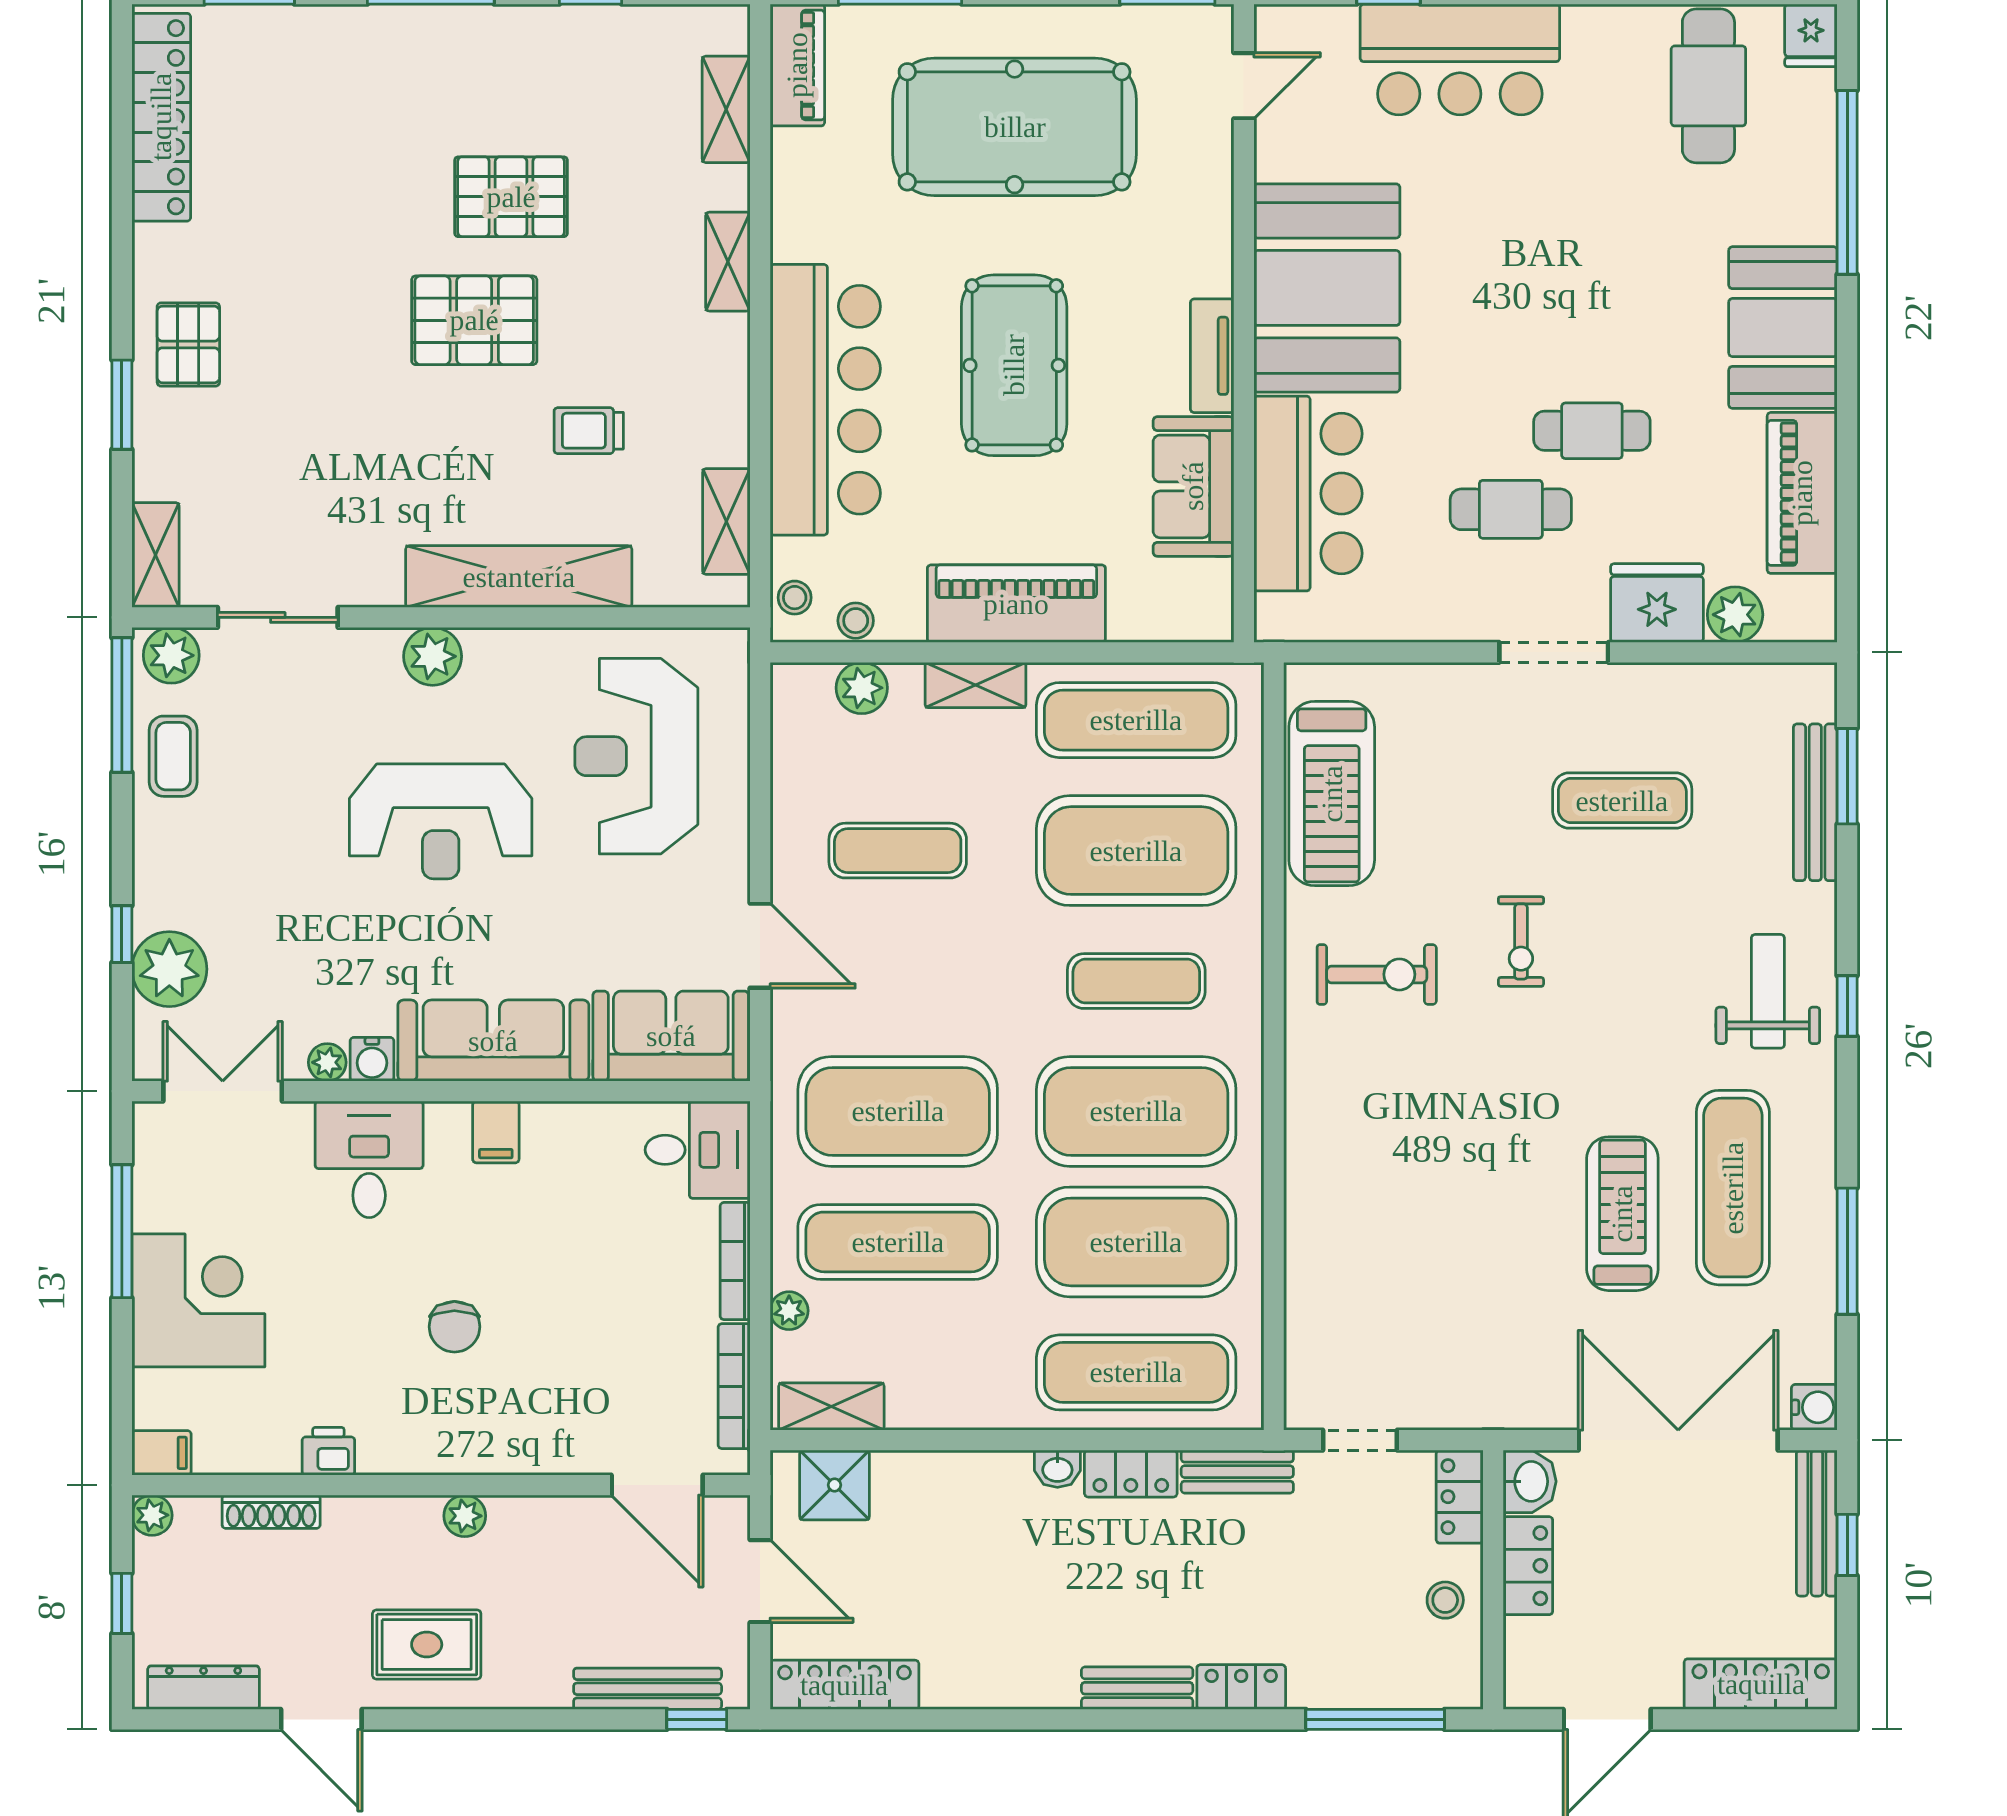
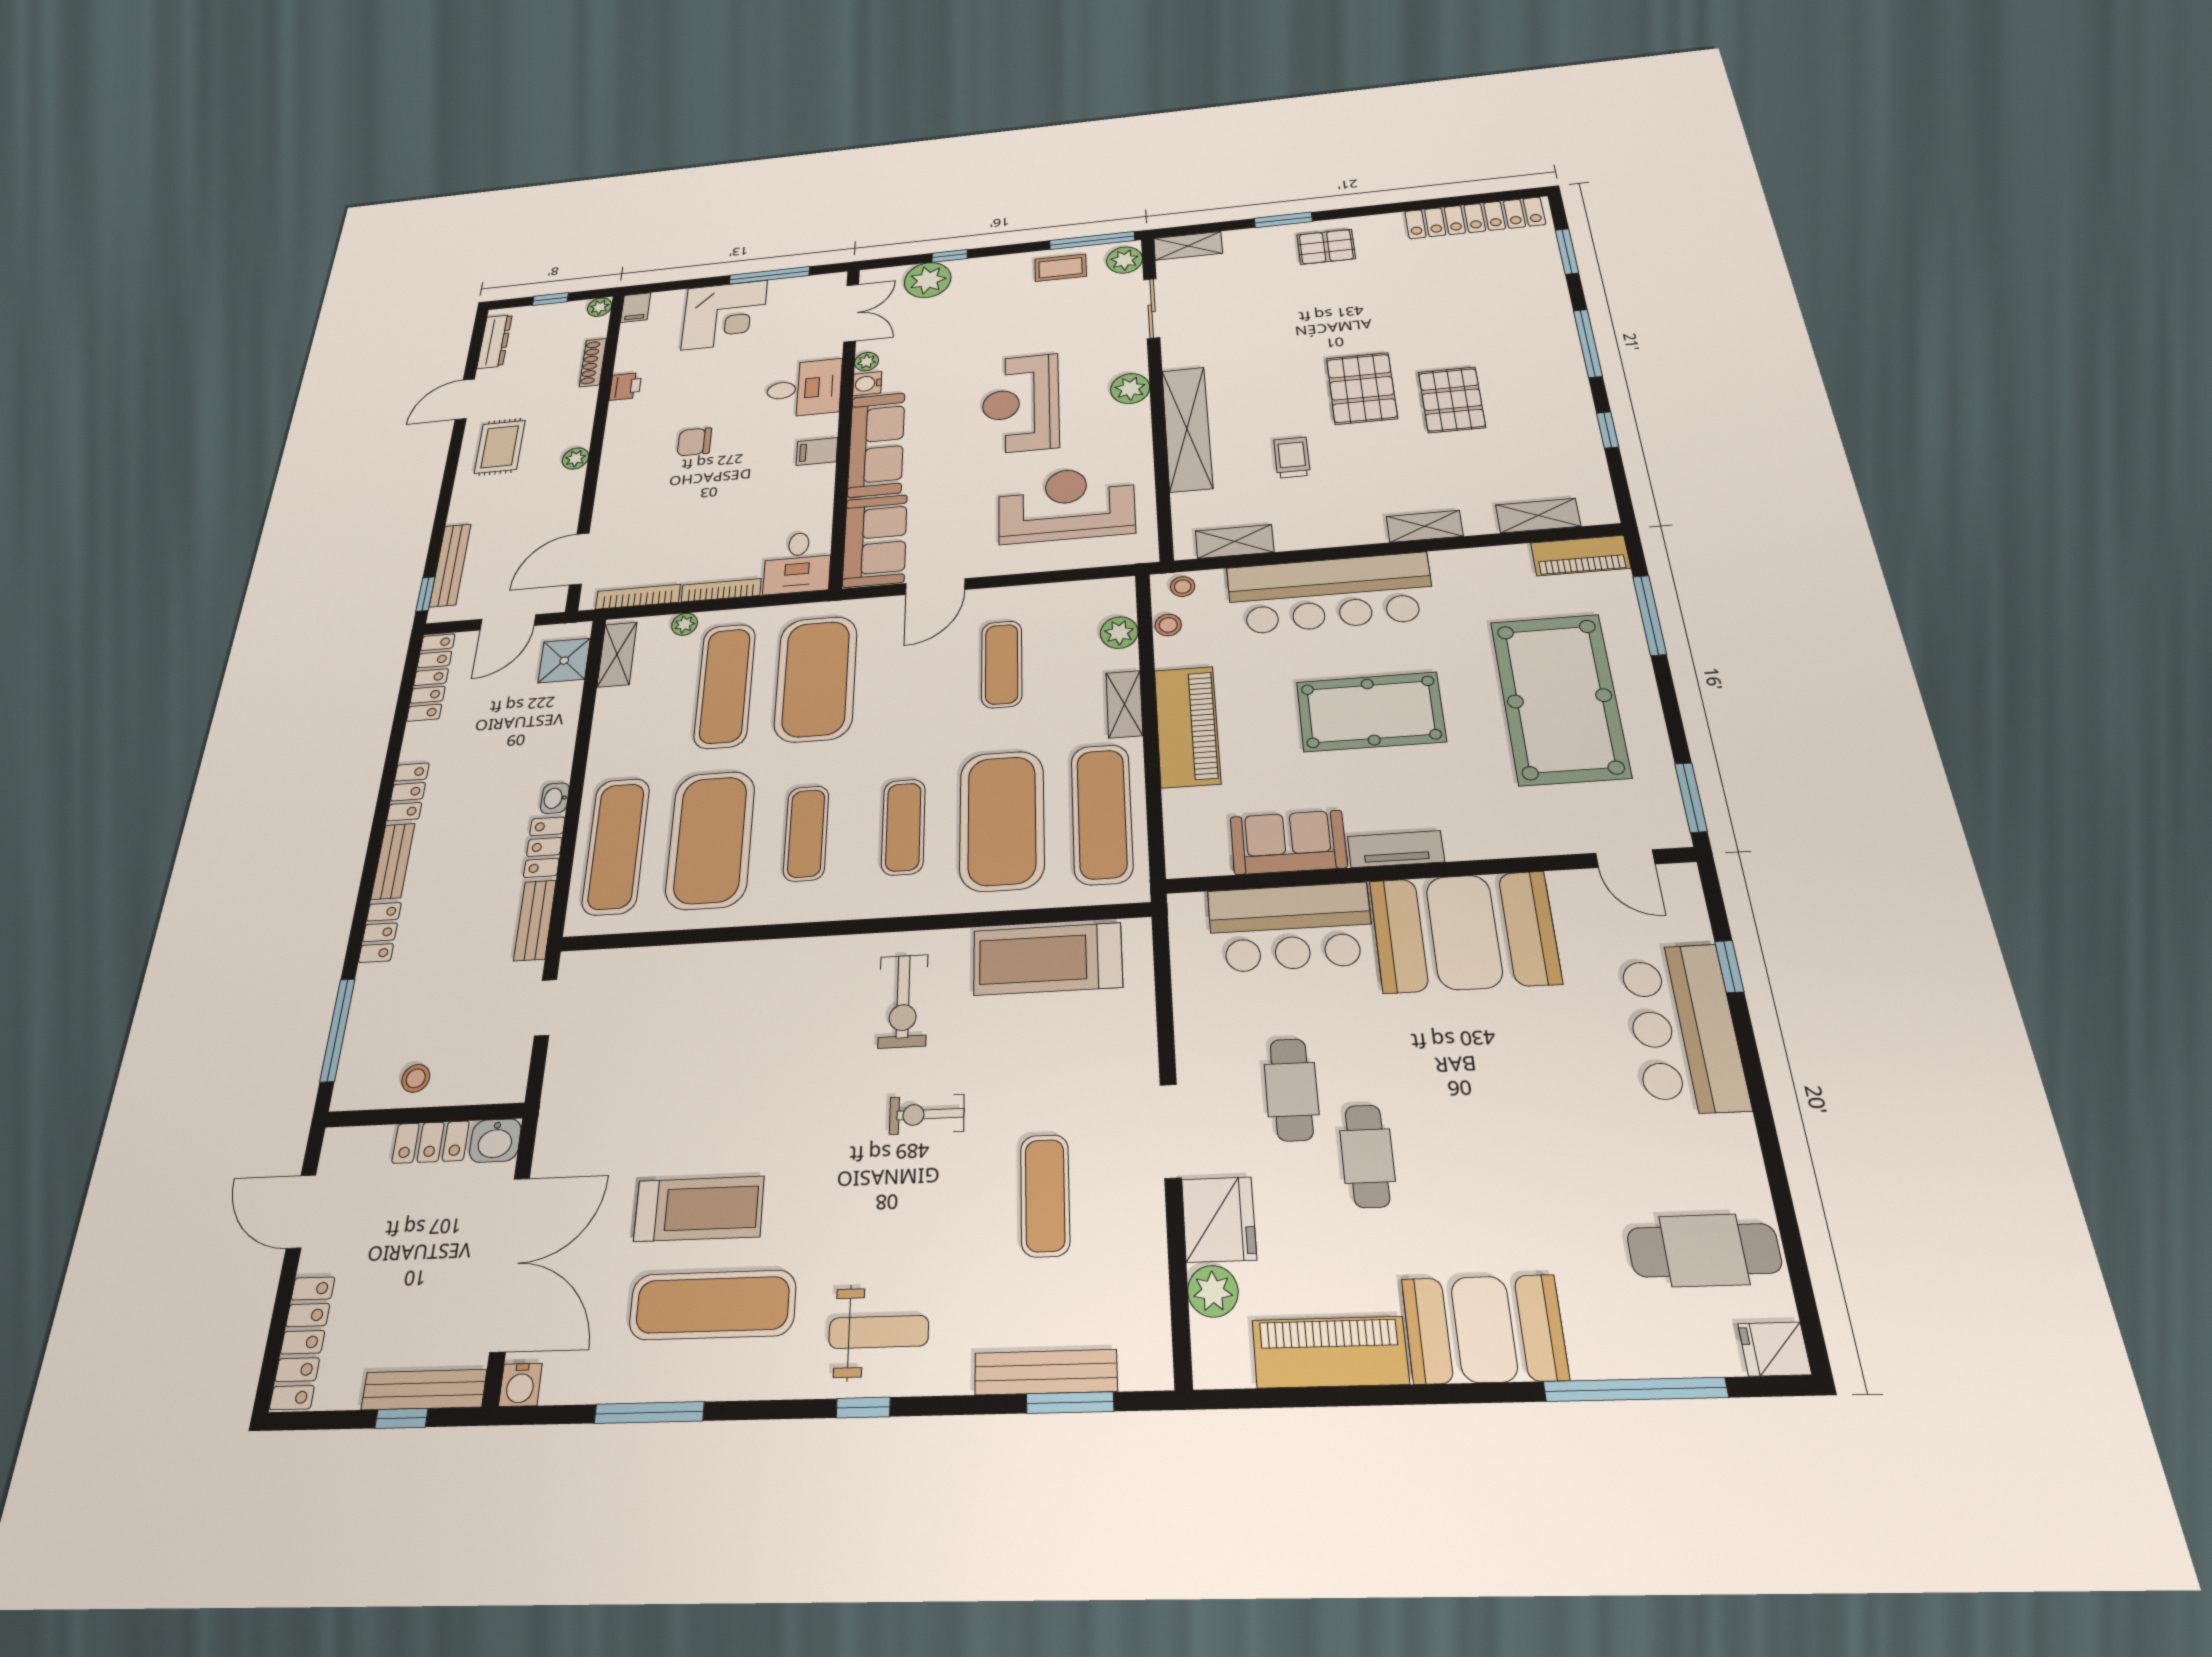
exercise mat: (1136, 1111) -> (806, 833), width x0.50, depth x0.69
locker: (1460, 1497) -> (408, 792), moved, turned 90

